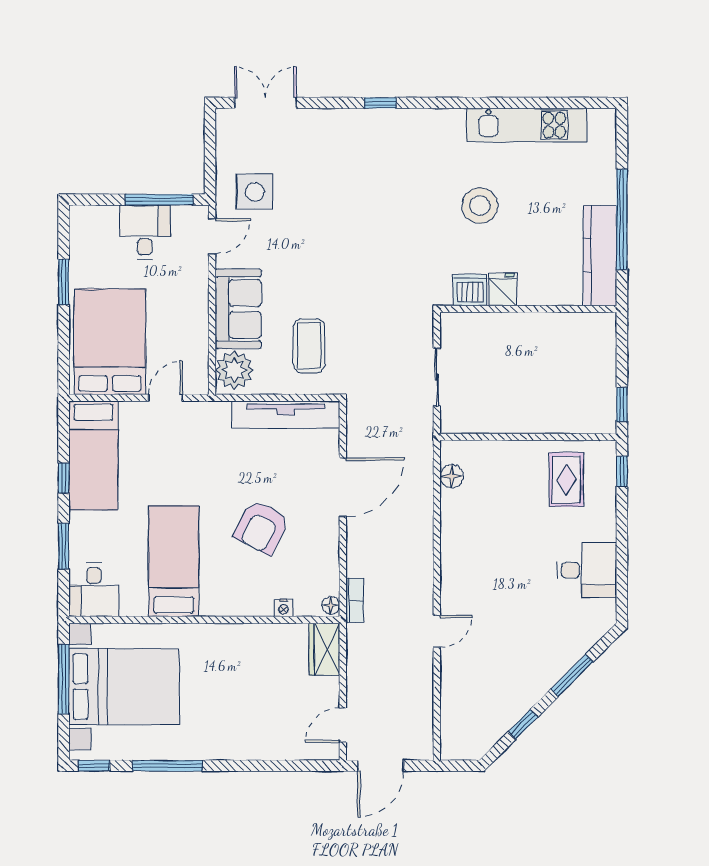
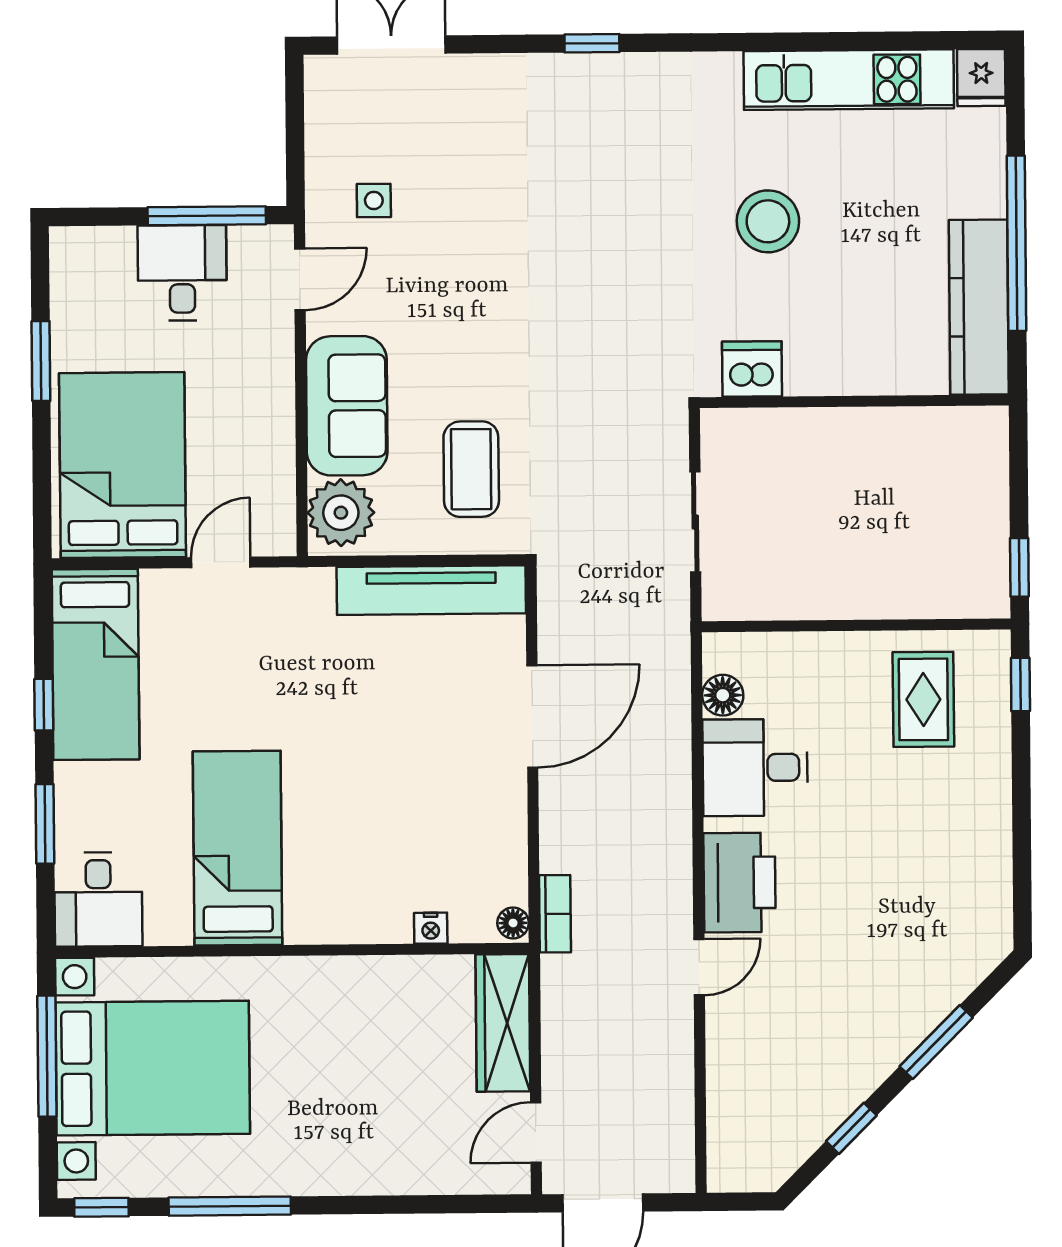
side table: (255, 192) -> (374, 200), width x0.54, depth x0.54
fridge: (503, 289) -> (981, 78), moved, turned 180
armchair: (261, 527) -> (391, 787), removed
desk: (587, 570) -> (755, 768), moved, turned 180
printer: (460, 583) -> (740, 883), added
wardrobe: (324, 649) -> (503, 1023), width x1.50

